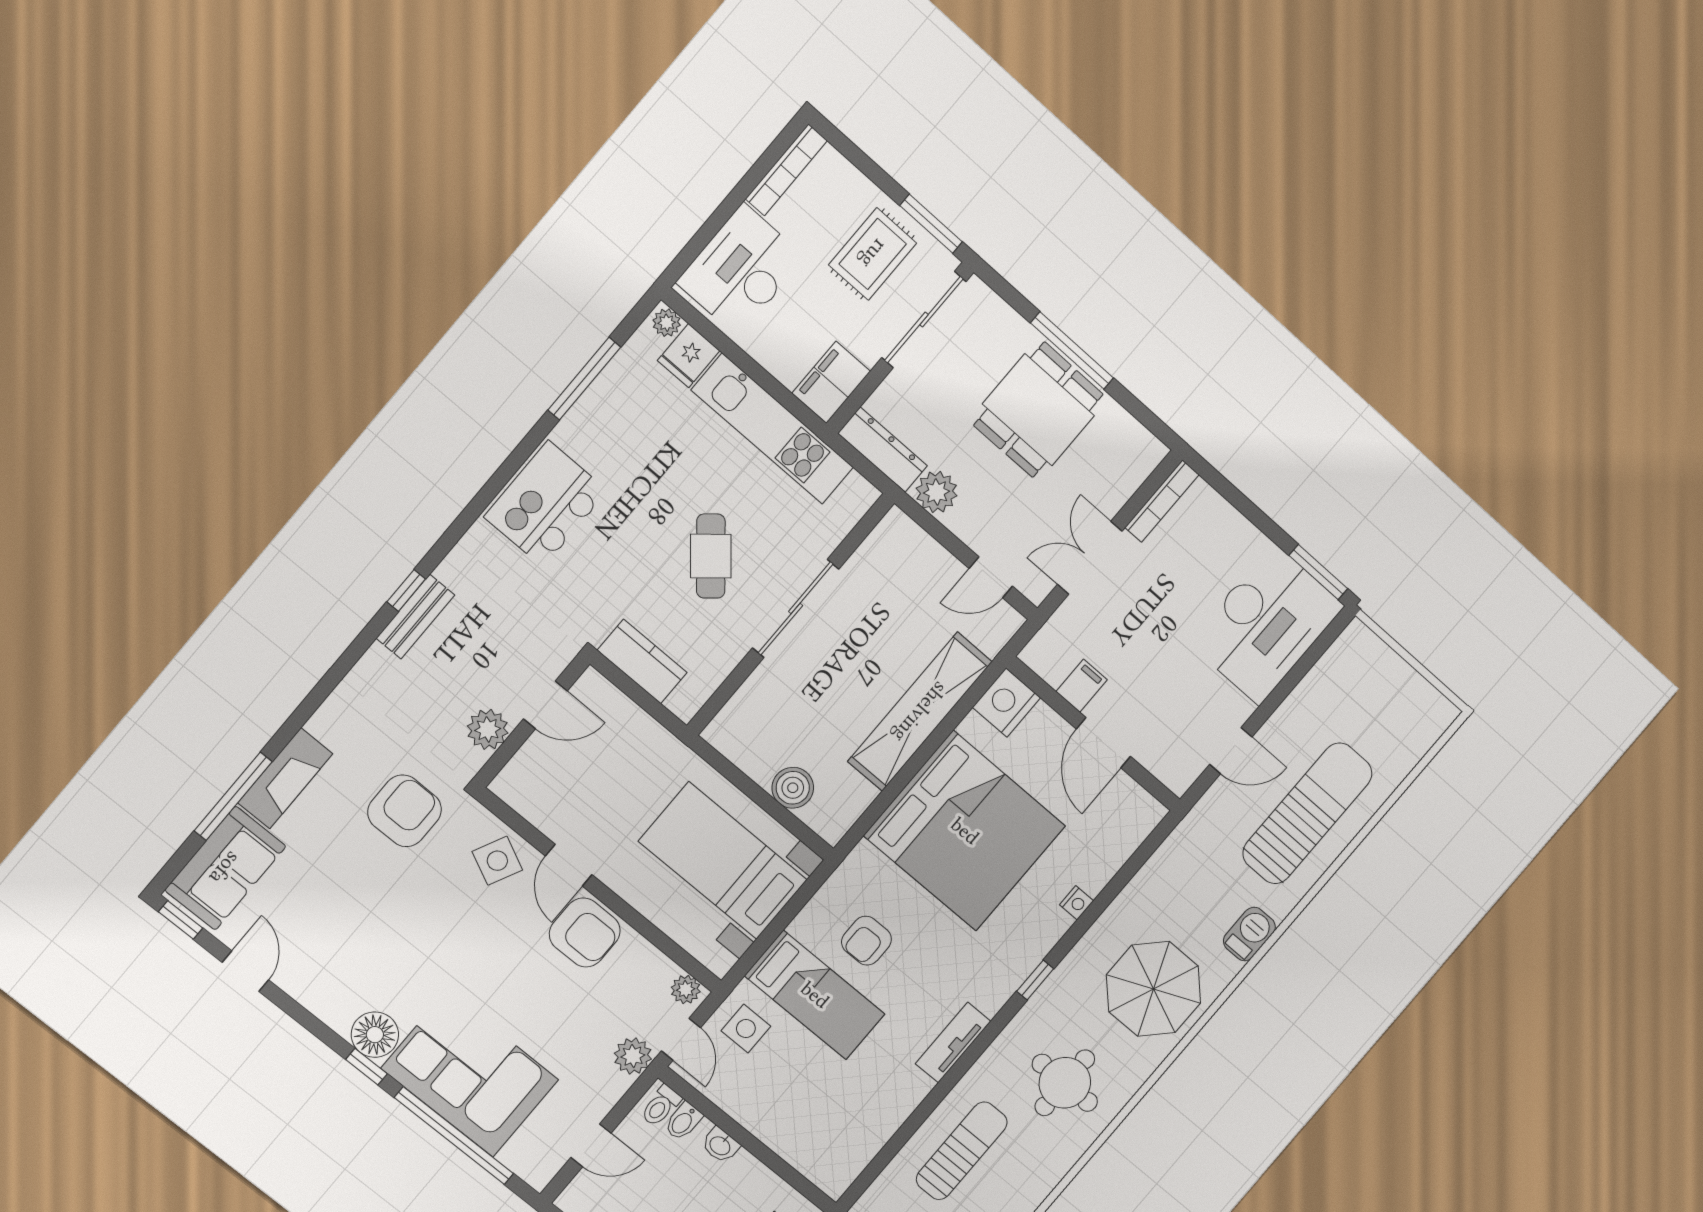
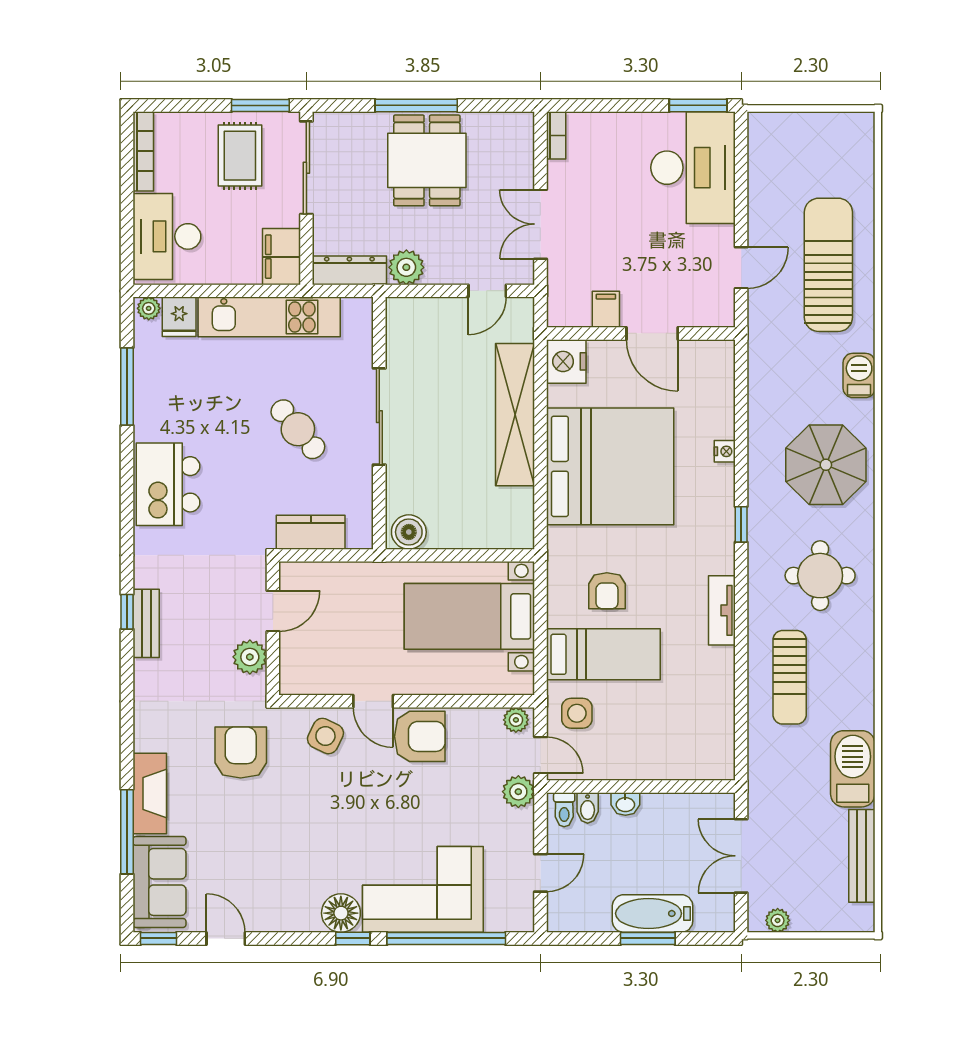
bookcase: (1162, 501) -> (556, 135), width x0.64
boiler: (793, 788) -> (409, 532), moved
sun lounger: (962, 1151) -> (790, 677), turned 180

